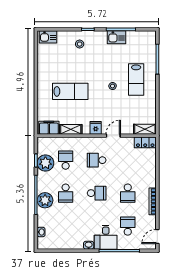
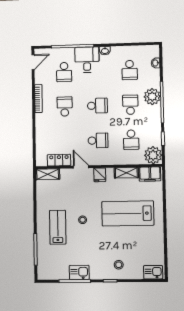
lab bench: (70, 91) -> (128, 213), width x1.36, depth x1.39
door: (113, 136) -> (81, 167), swing flipped
locker: (145, 142) -> (59, 160), moved
plant: (45, 163) -> (153, 155), moved
school desk: (97, 193) -> (97, 106), turned 180
school desk: (66, 226) -> (130, 70), added

